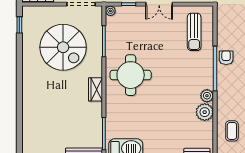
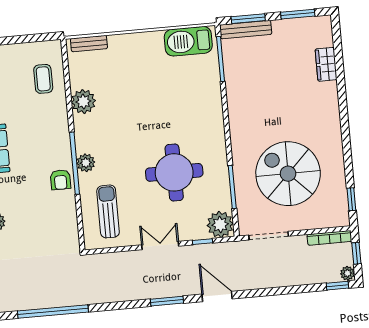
plant: (110, 11) -> (220, 224), width x1.87, depth x1.87
round table: (131, 75) -> (174, 172), moved
wardrobe: (95, 89) -> (326, 64), moved, turned 180
plant: (207, 96) -> (86, 163), moved

